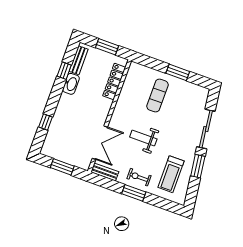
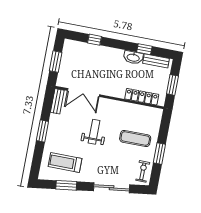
window: (198, 166) -> (66, 185), moved
exercise bike: (139, 177) -> (143, 171), moved

